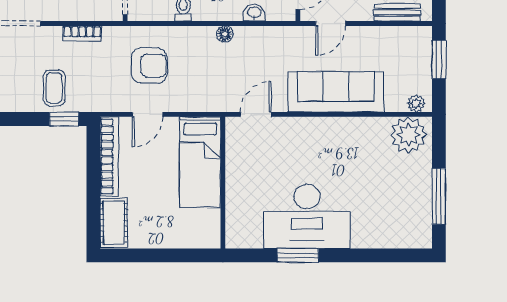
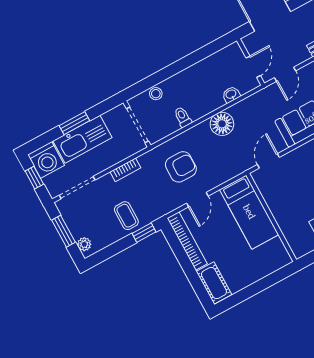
floor lamp: (225, 34) -> (222, 124), width x1.89, depth x1.89

